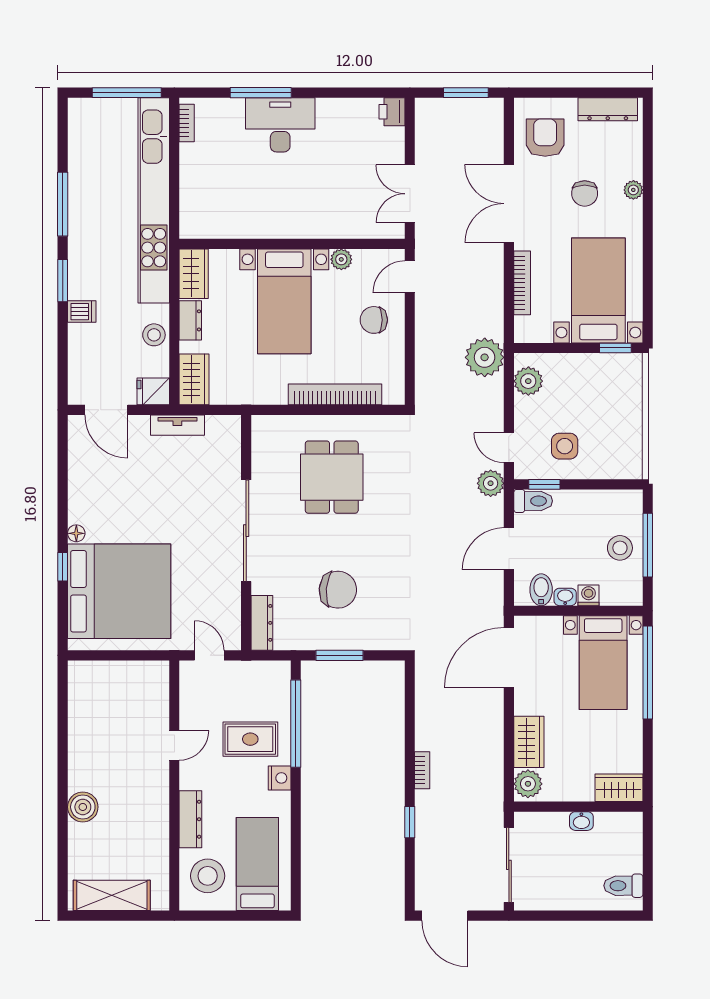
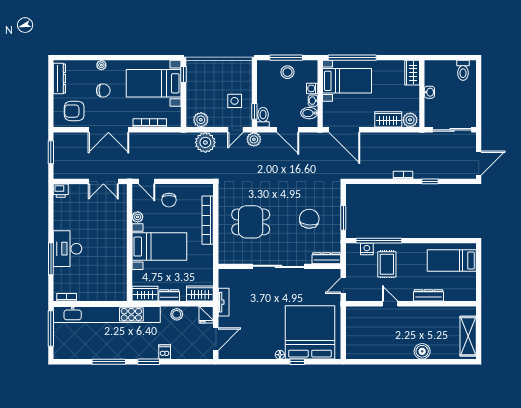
plant: (485, 357) -> (205, 142), moved
nightstand: (280, 778) -> (367, 249), moved
stool: (208, 876) -> (458, 286), removed

